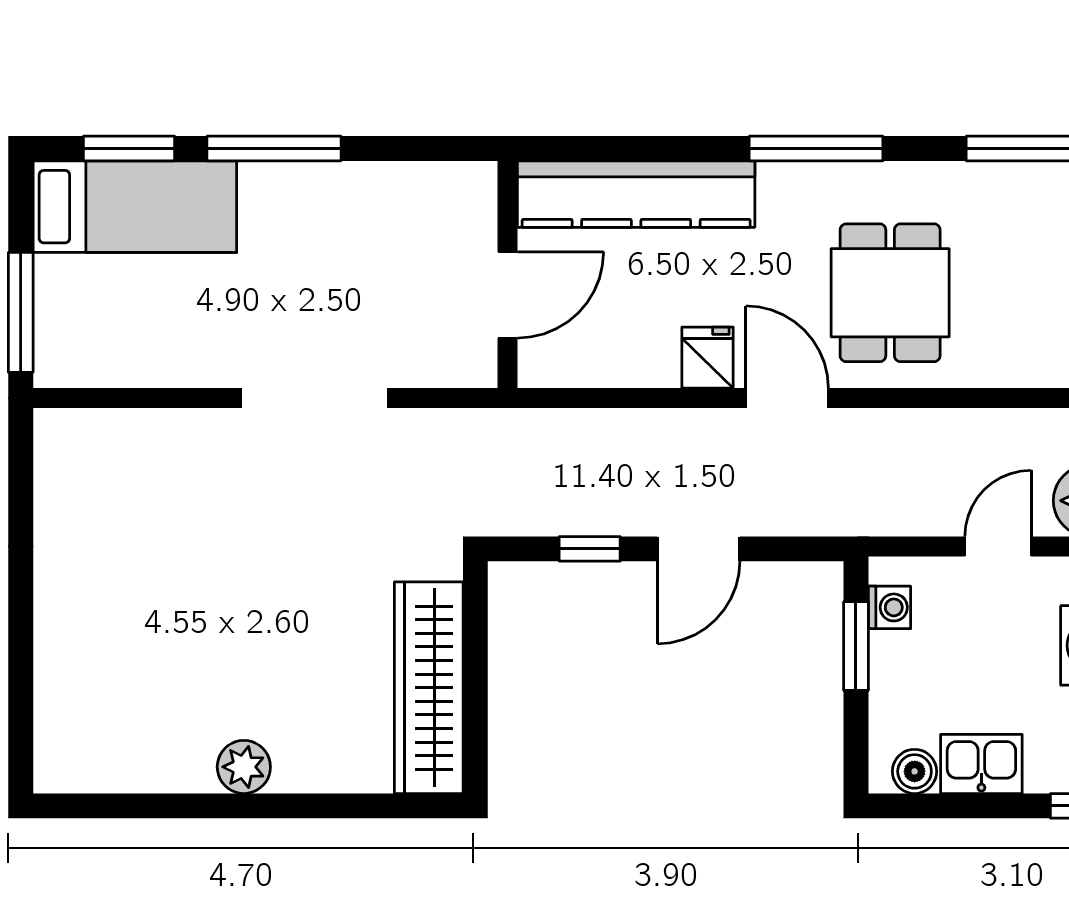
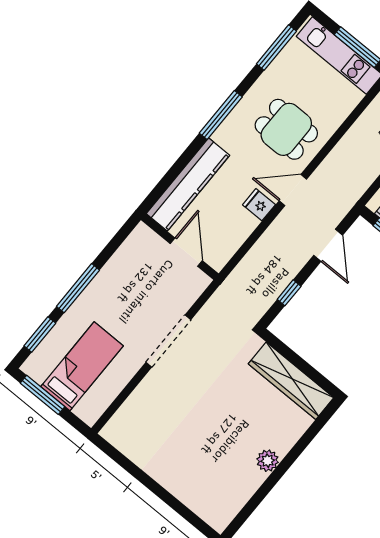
bed: (135, 207) -> (82, 366), moved
window: (21, 312) -> (42, 395), moved
door: (699, 549) -> (328, 245), moved

